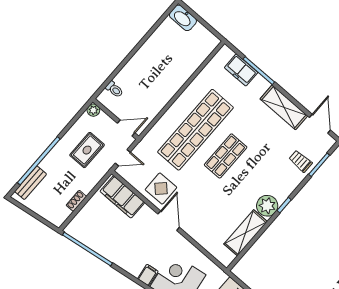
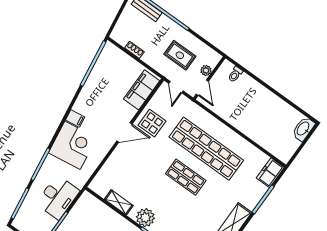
freezer: (241, 70) -> (270, 173), moved
plant: (93, 110) -> (206, 70), moved
shelving: (246, 233) -> (119, 202), width x0.67, depth x0.75

